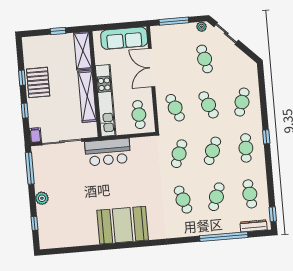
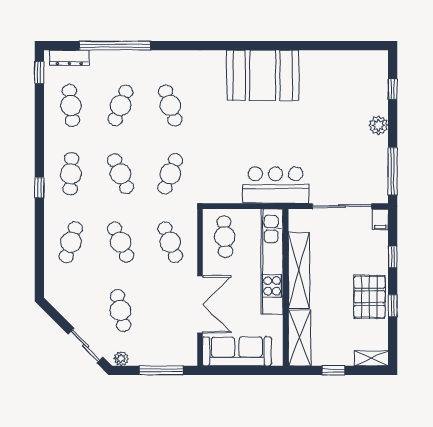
shelving: (33, 41) -> (371, 358), added
cafe table: (212, 151) -> (121, 174), turned -48

